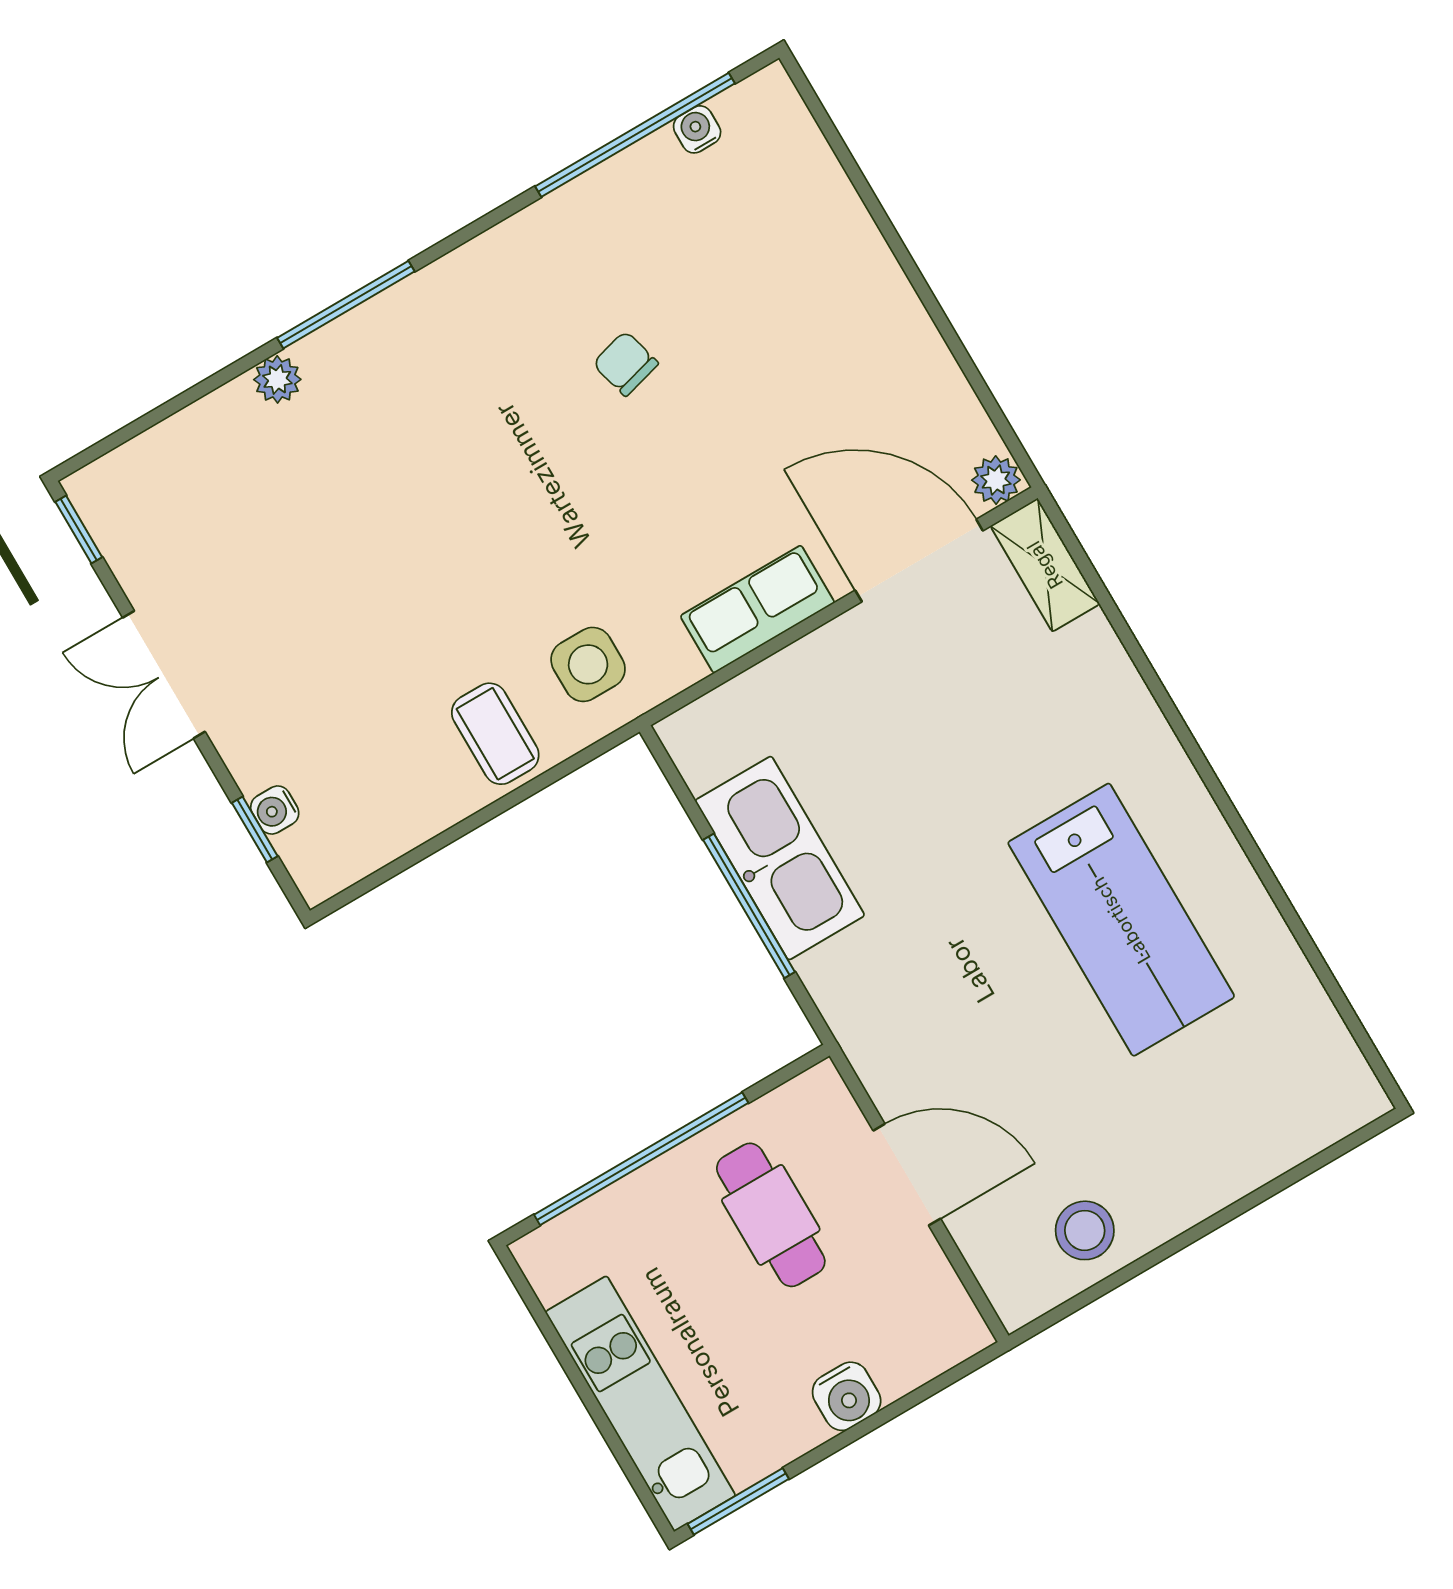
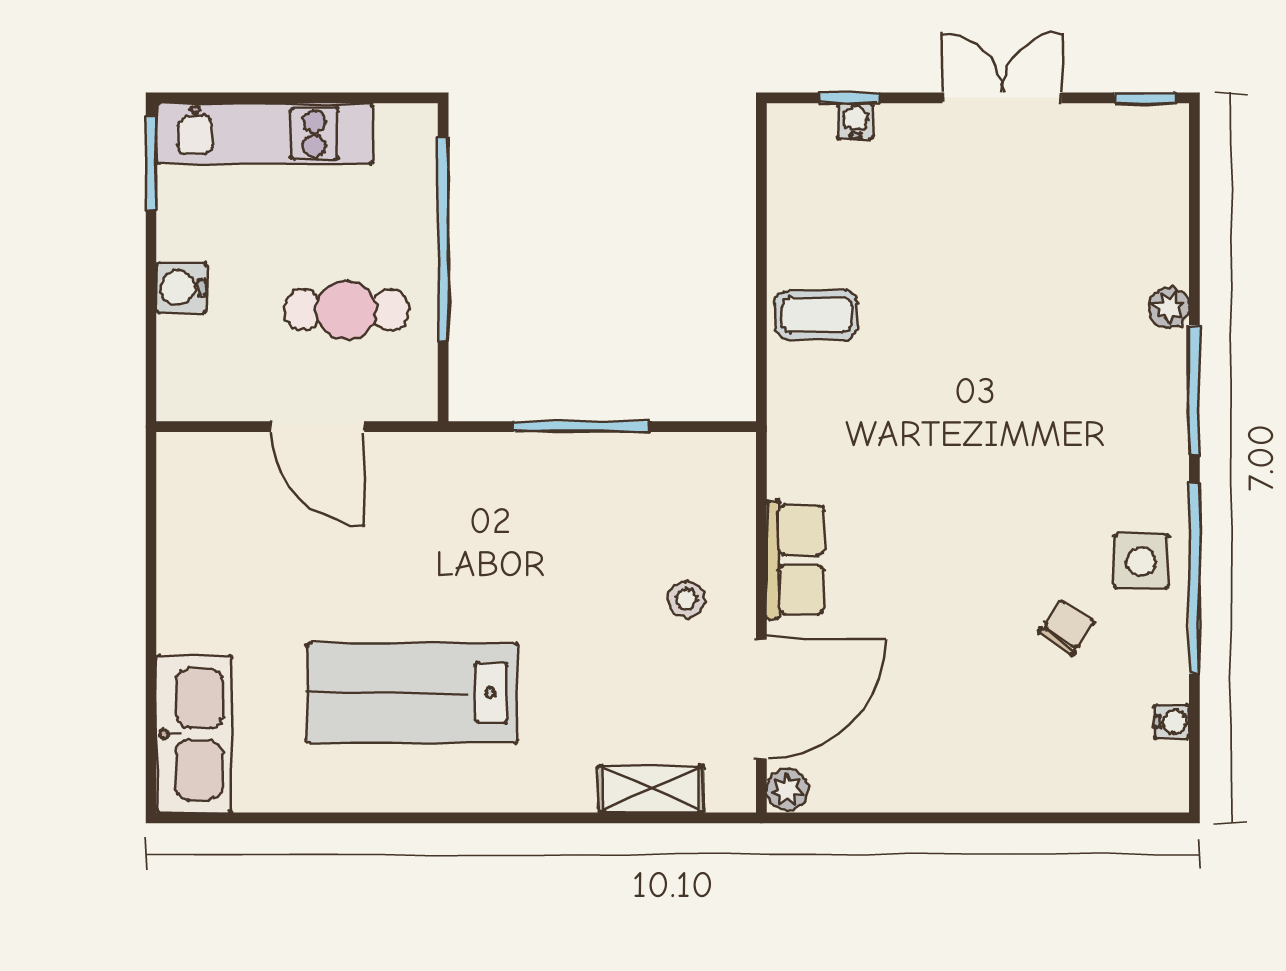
window: (635, 135) -> (1194, 578), moved
chair: (626, 364) -> (1067, 628), moved, turned -40
shelving: (1045, 565) -> (651, 789), moved
side table: (588, 664) -> (1141, 561), moved
kitchen sink: (780, 858) -> (194, 734), moved, turned -90
door: (907, 1175) -> (318, 427), hinge flipped
stool: (1085, 1230) -> (686, 600), moved, width x0.73, depth x0.73

